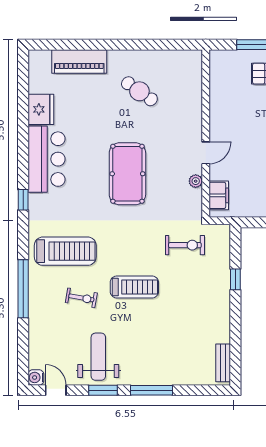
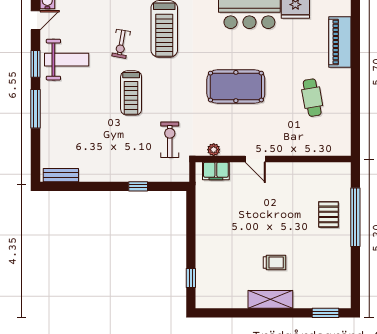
cafe table: (139, 91) -> (312, 98), turned -45
plant: (196, 181) -> (214, 150), moved
exercise bike: (185, 245) -> (170, 140), turned 180

